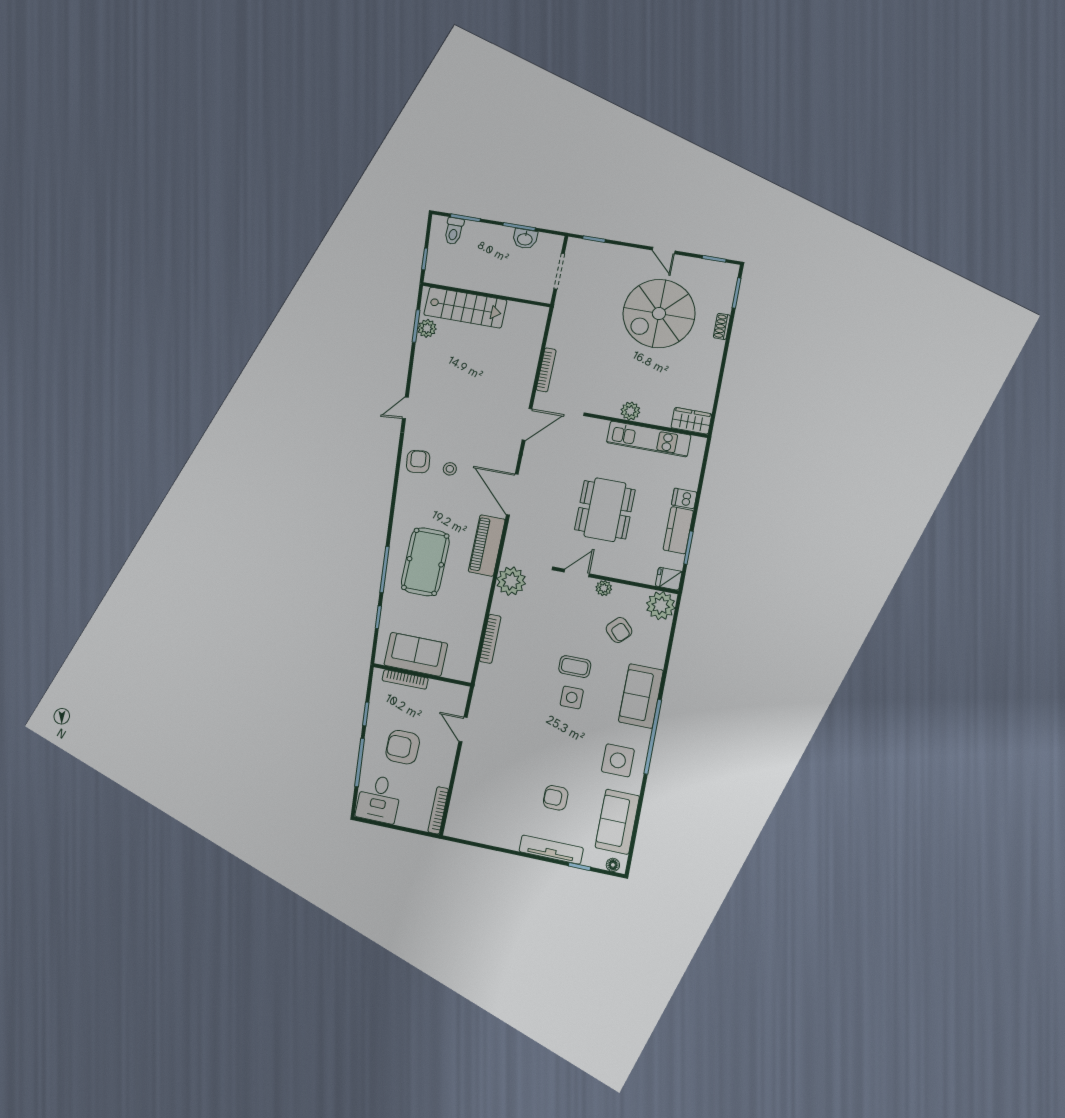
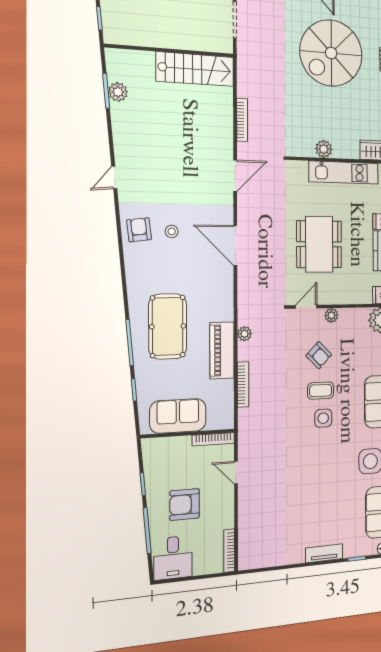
stairs: (465, 308) -> (195, 69), moved
piano: (487, 545) -> (222, 350), moved
plant: (511, 581) -> (244, 334), width x0.53, depth x0.53
armchair: (619, 630) -> (319, 355), moved
bookcase: (405, 679) -> (213, 439), moved
armchair: (556, 798) -> (327, 508), removed
tv unit: (551, 850) -> (324, 553), width x0.71

